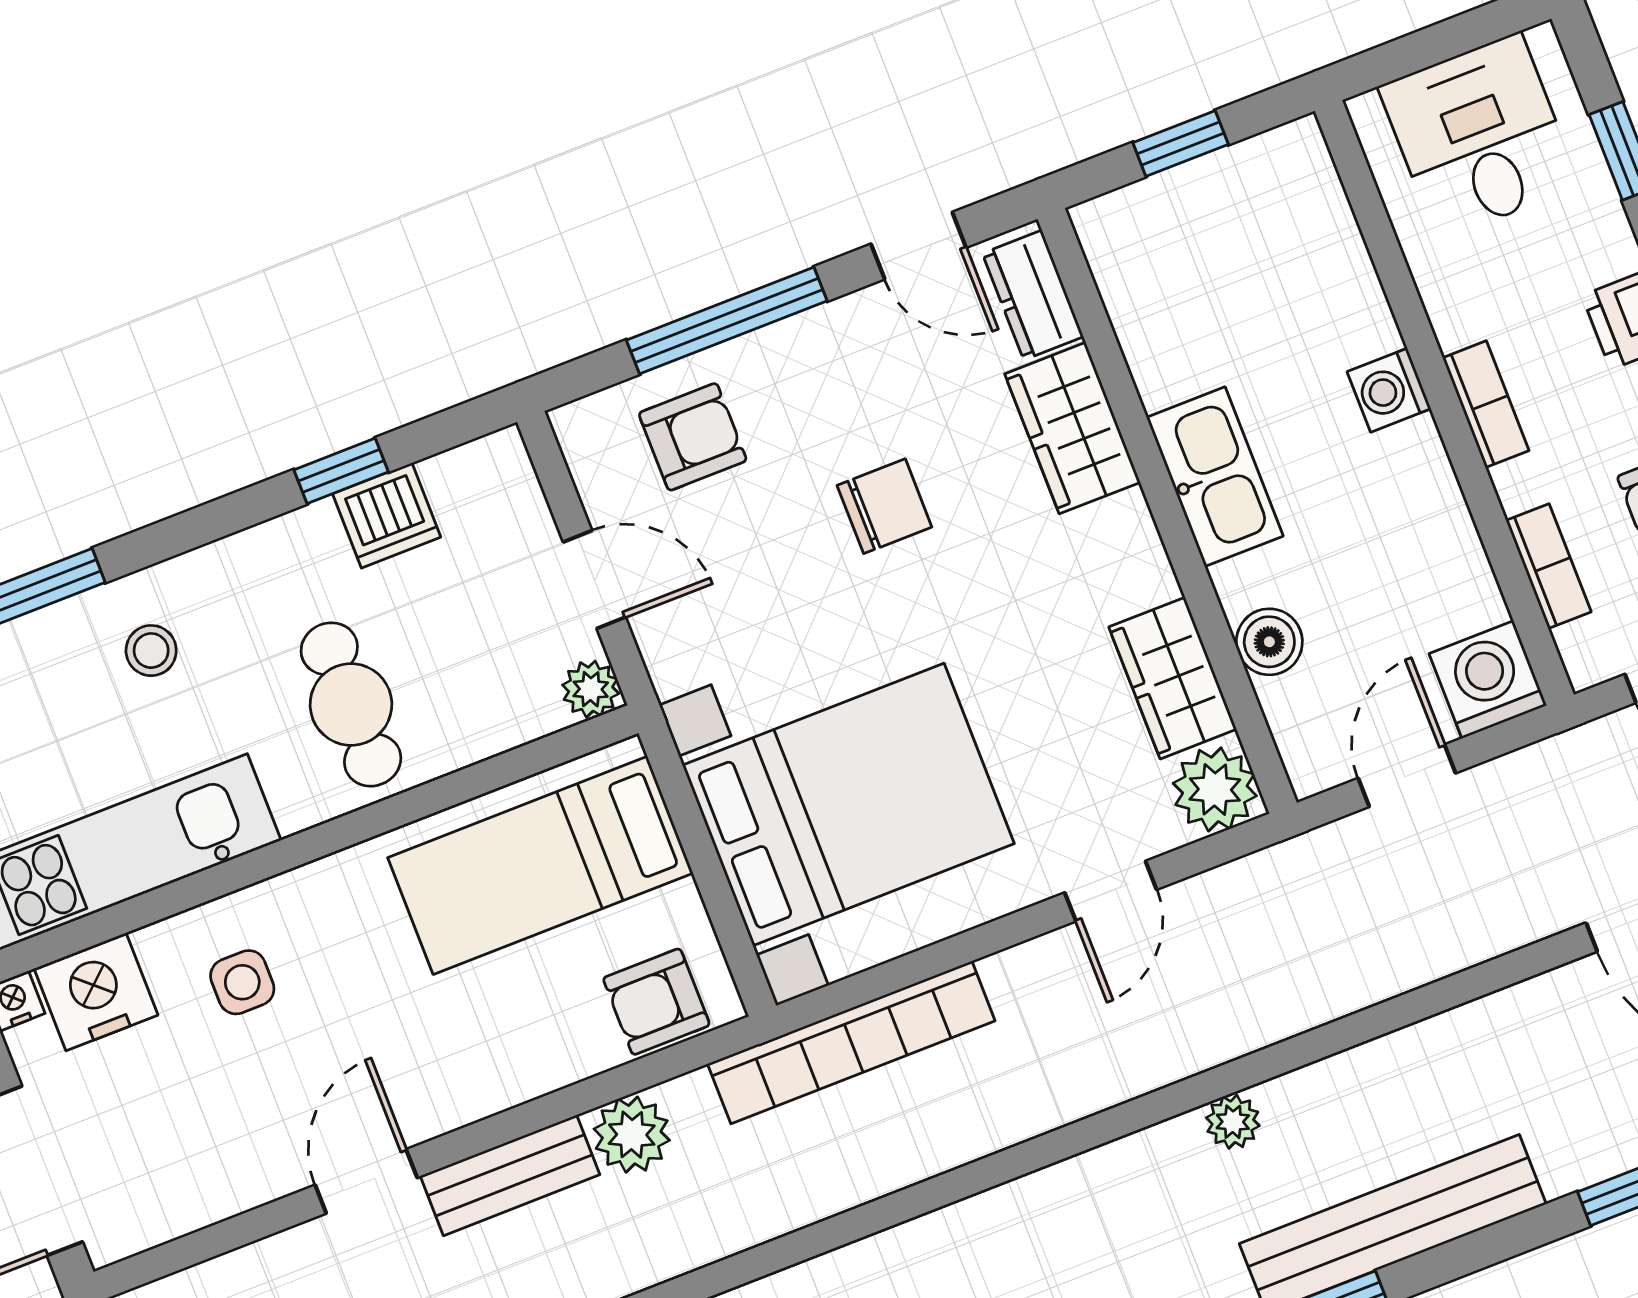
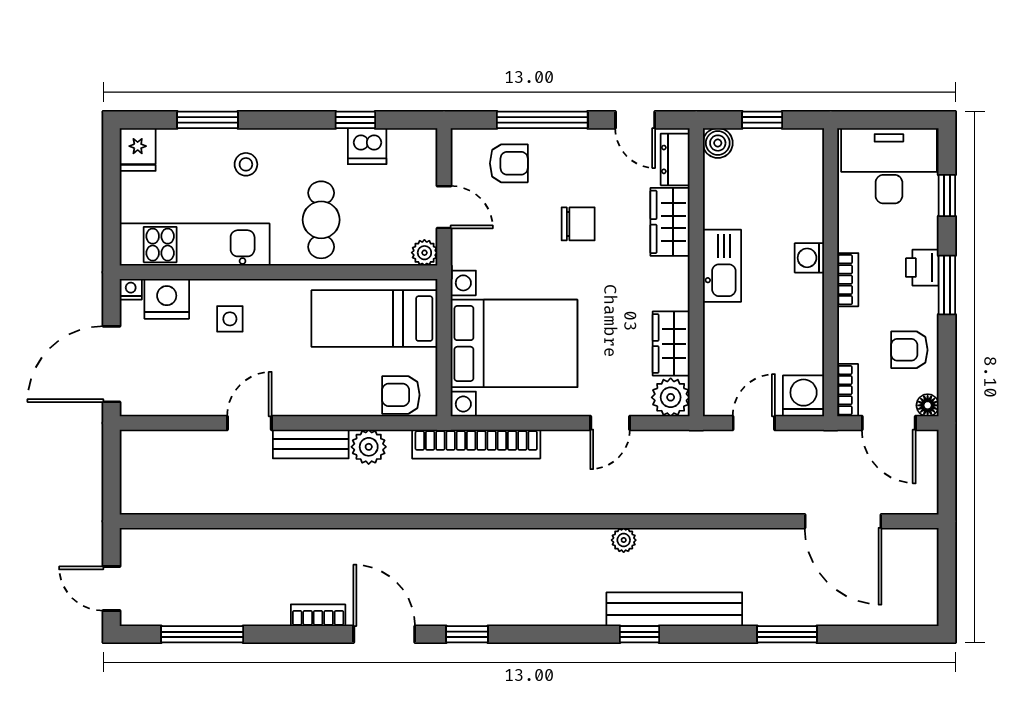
desk: (1479, 136) -> (889, 166), width x1.37
bookcase: (1549, 566) -> (848, 390), moved
boiler: (1269, 642) -> (718, 143), moved

